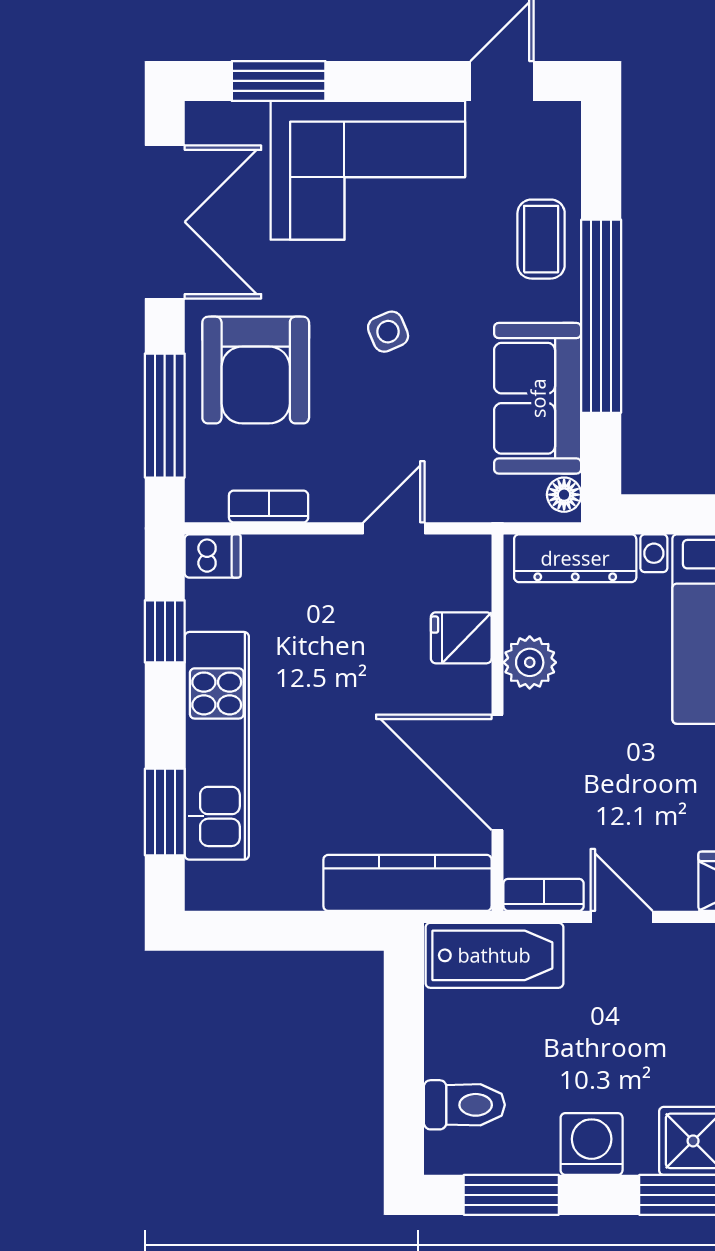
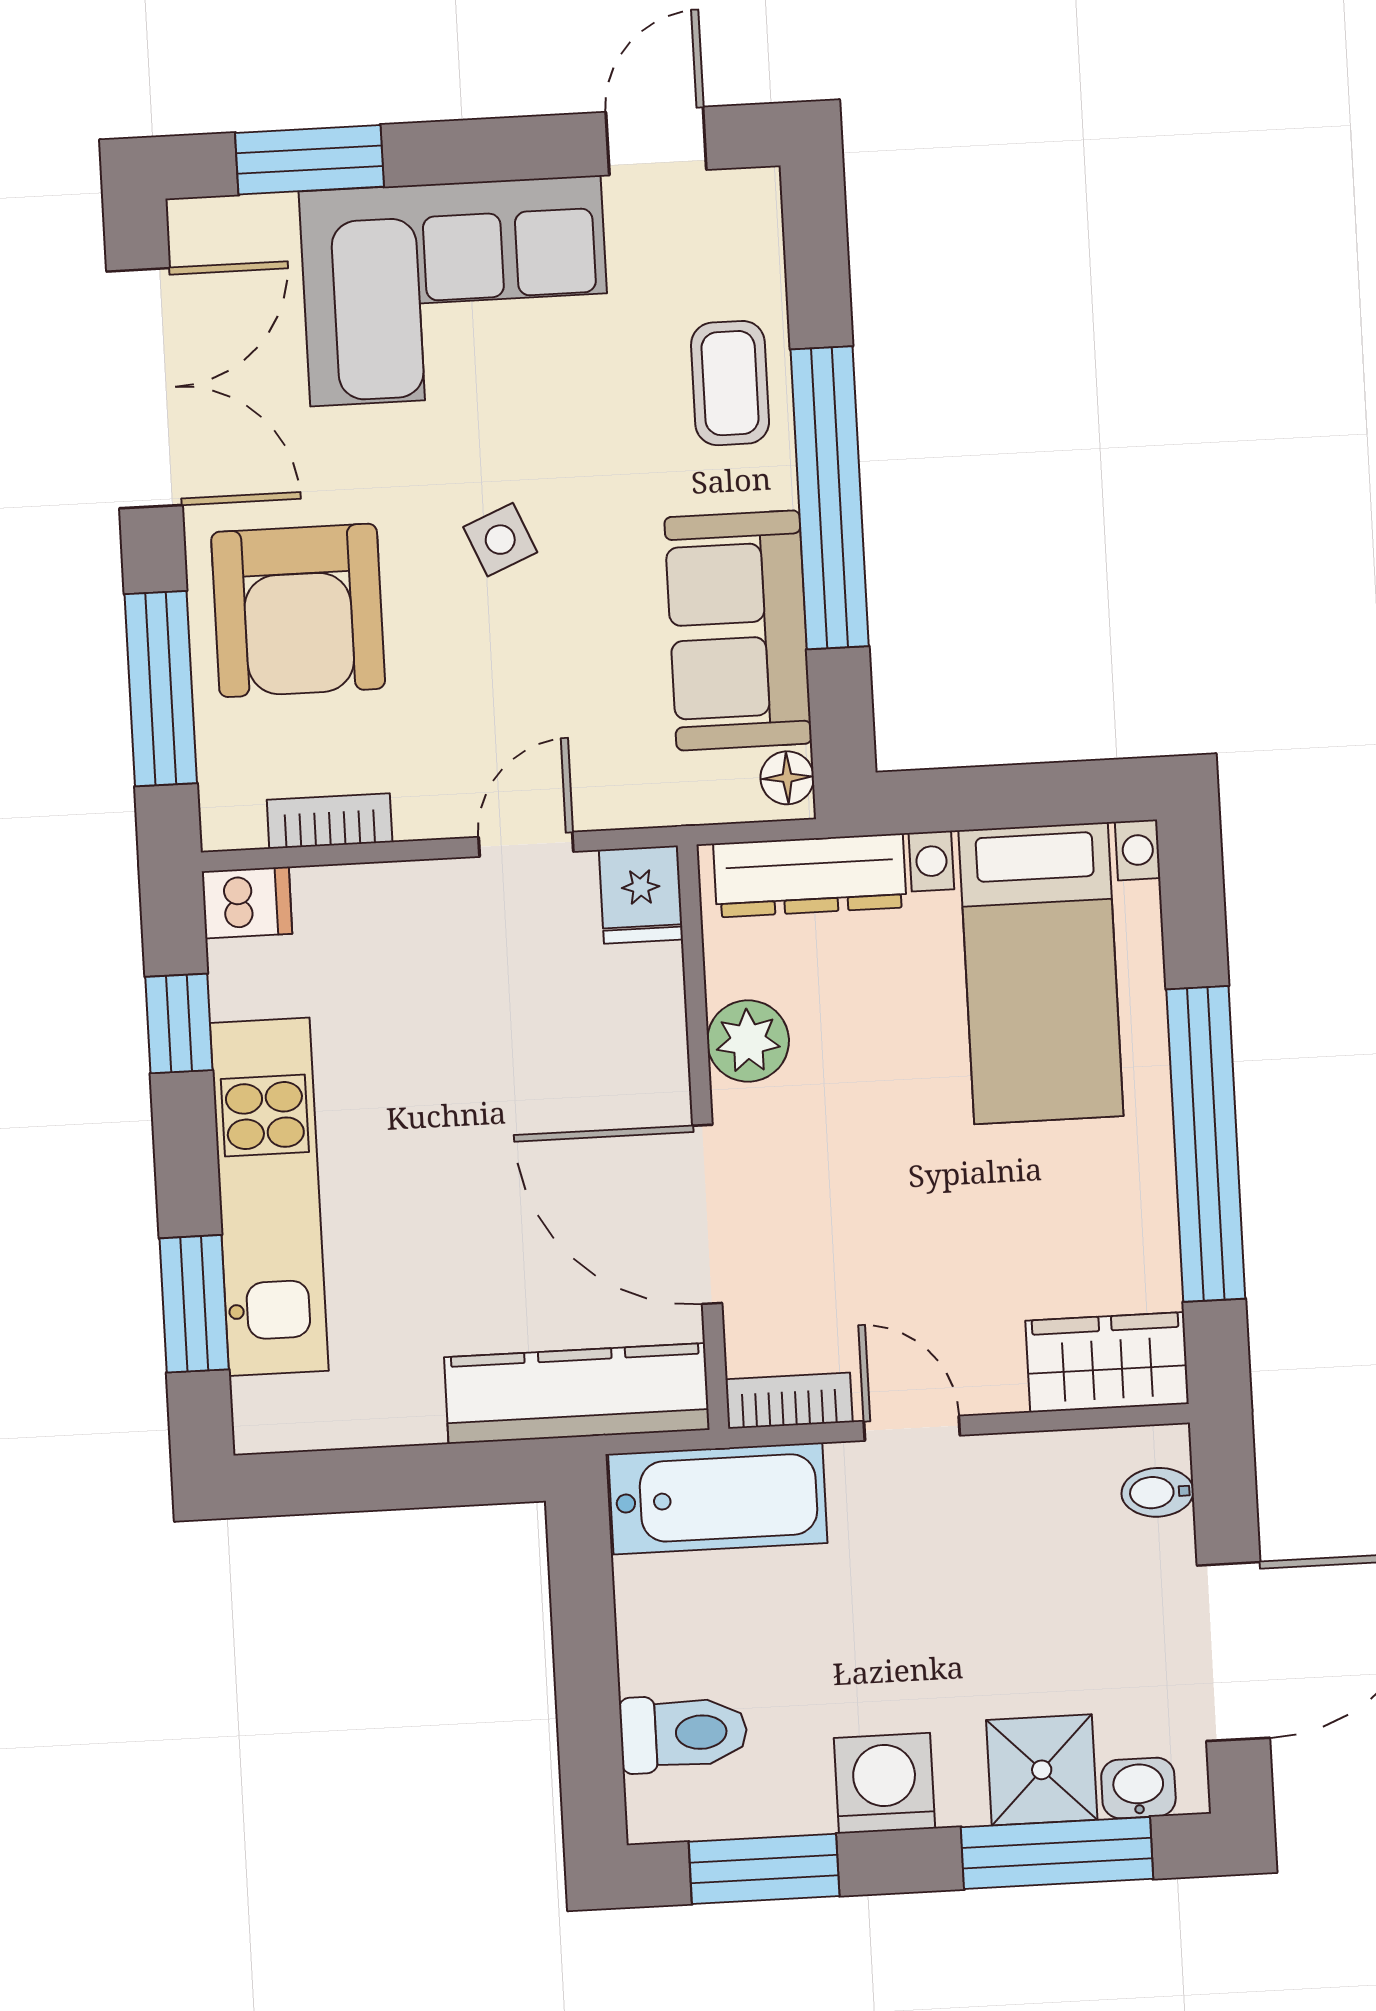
fridge: (461, 638) -> (641, 895), moved, turned -90

